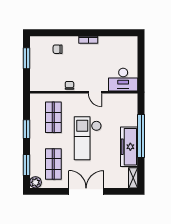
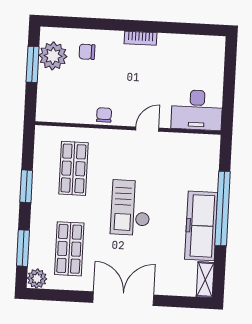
plant: (38, 53) -> (53, 56), added
door: (95, 92) -> (147, 129), swing flipped
checkout: (88, 138) -> (131, 208), width x0.73, depth x0.83

